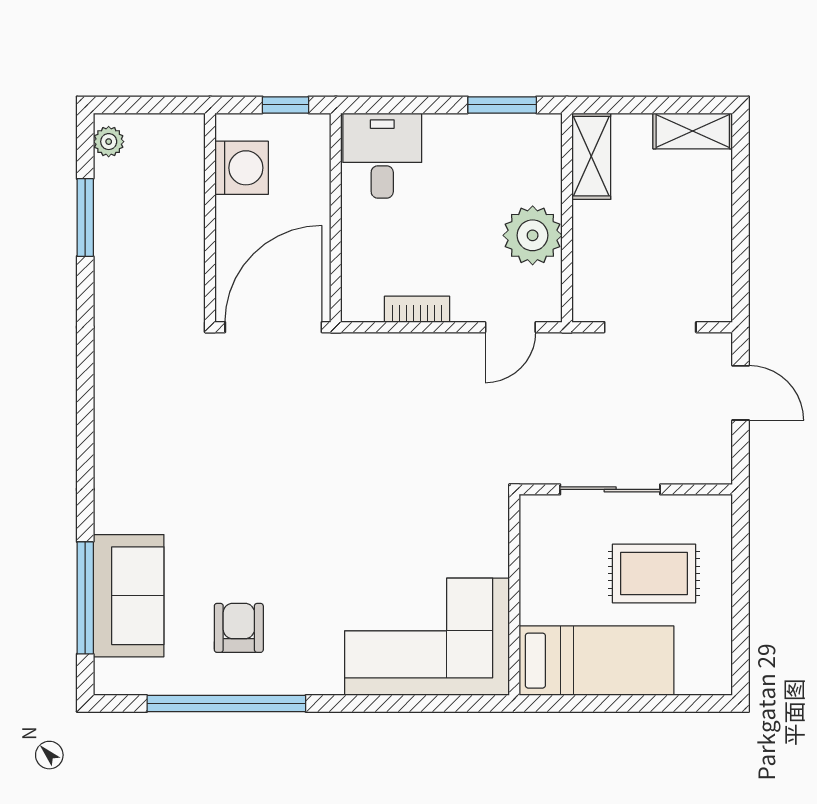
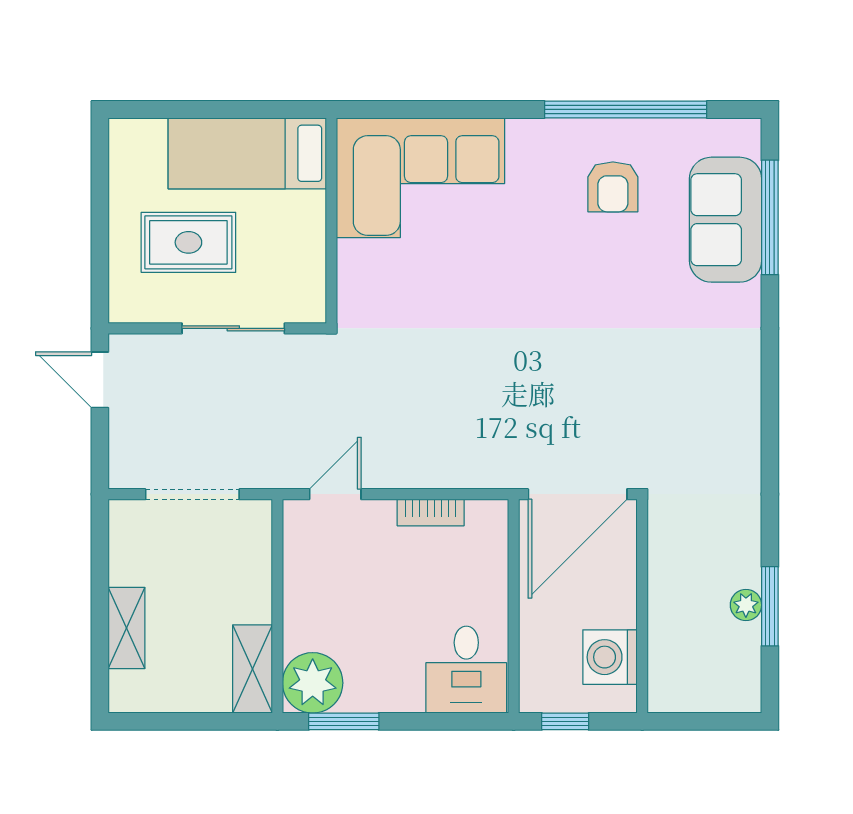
shelving: (693, 131) -> (127, 628), moved, turned 90
plant: (109, 142) -> (746, 605), moved
plant: (533, 235) -> (313, 683), moved
door: (741, 393) -> (100, 380), moved

